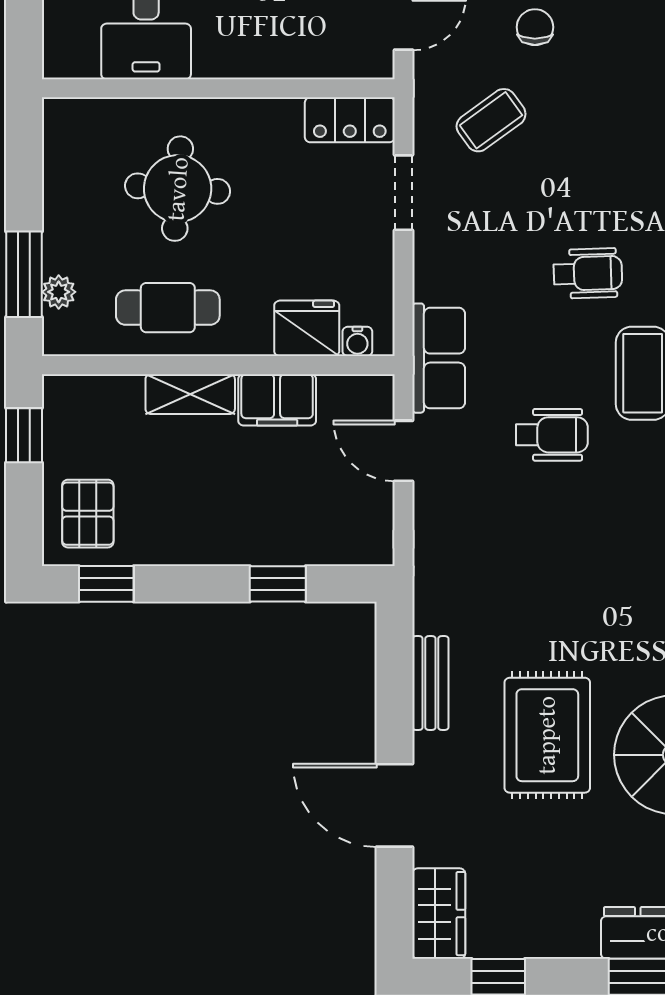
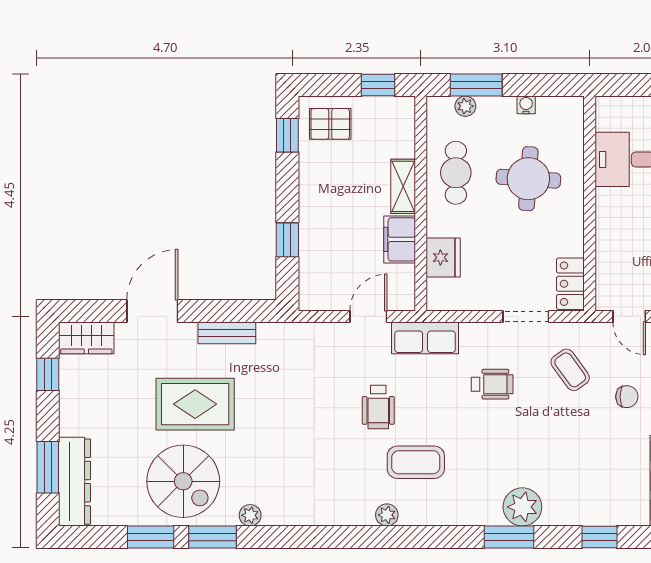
wheelchair: (588, 273) -> (492, 384), moved, turned -88
water cooler: (357, 341) -> (526, 105), moved, turned 90

